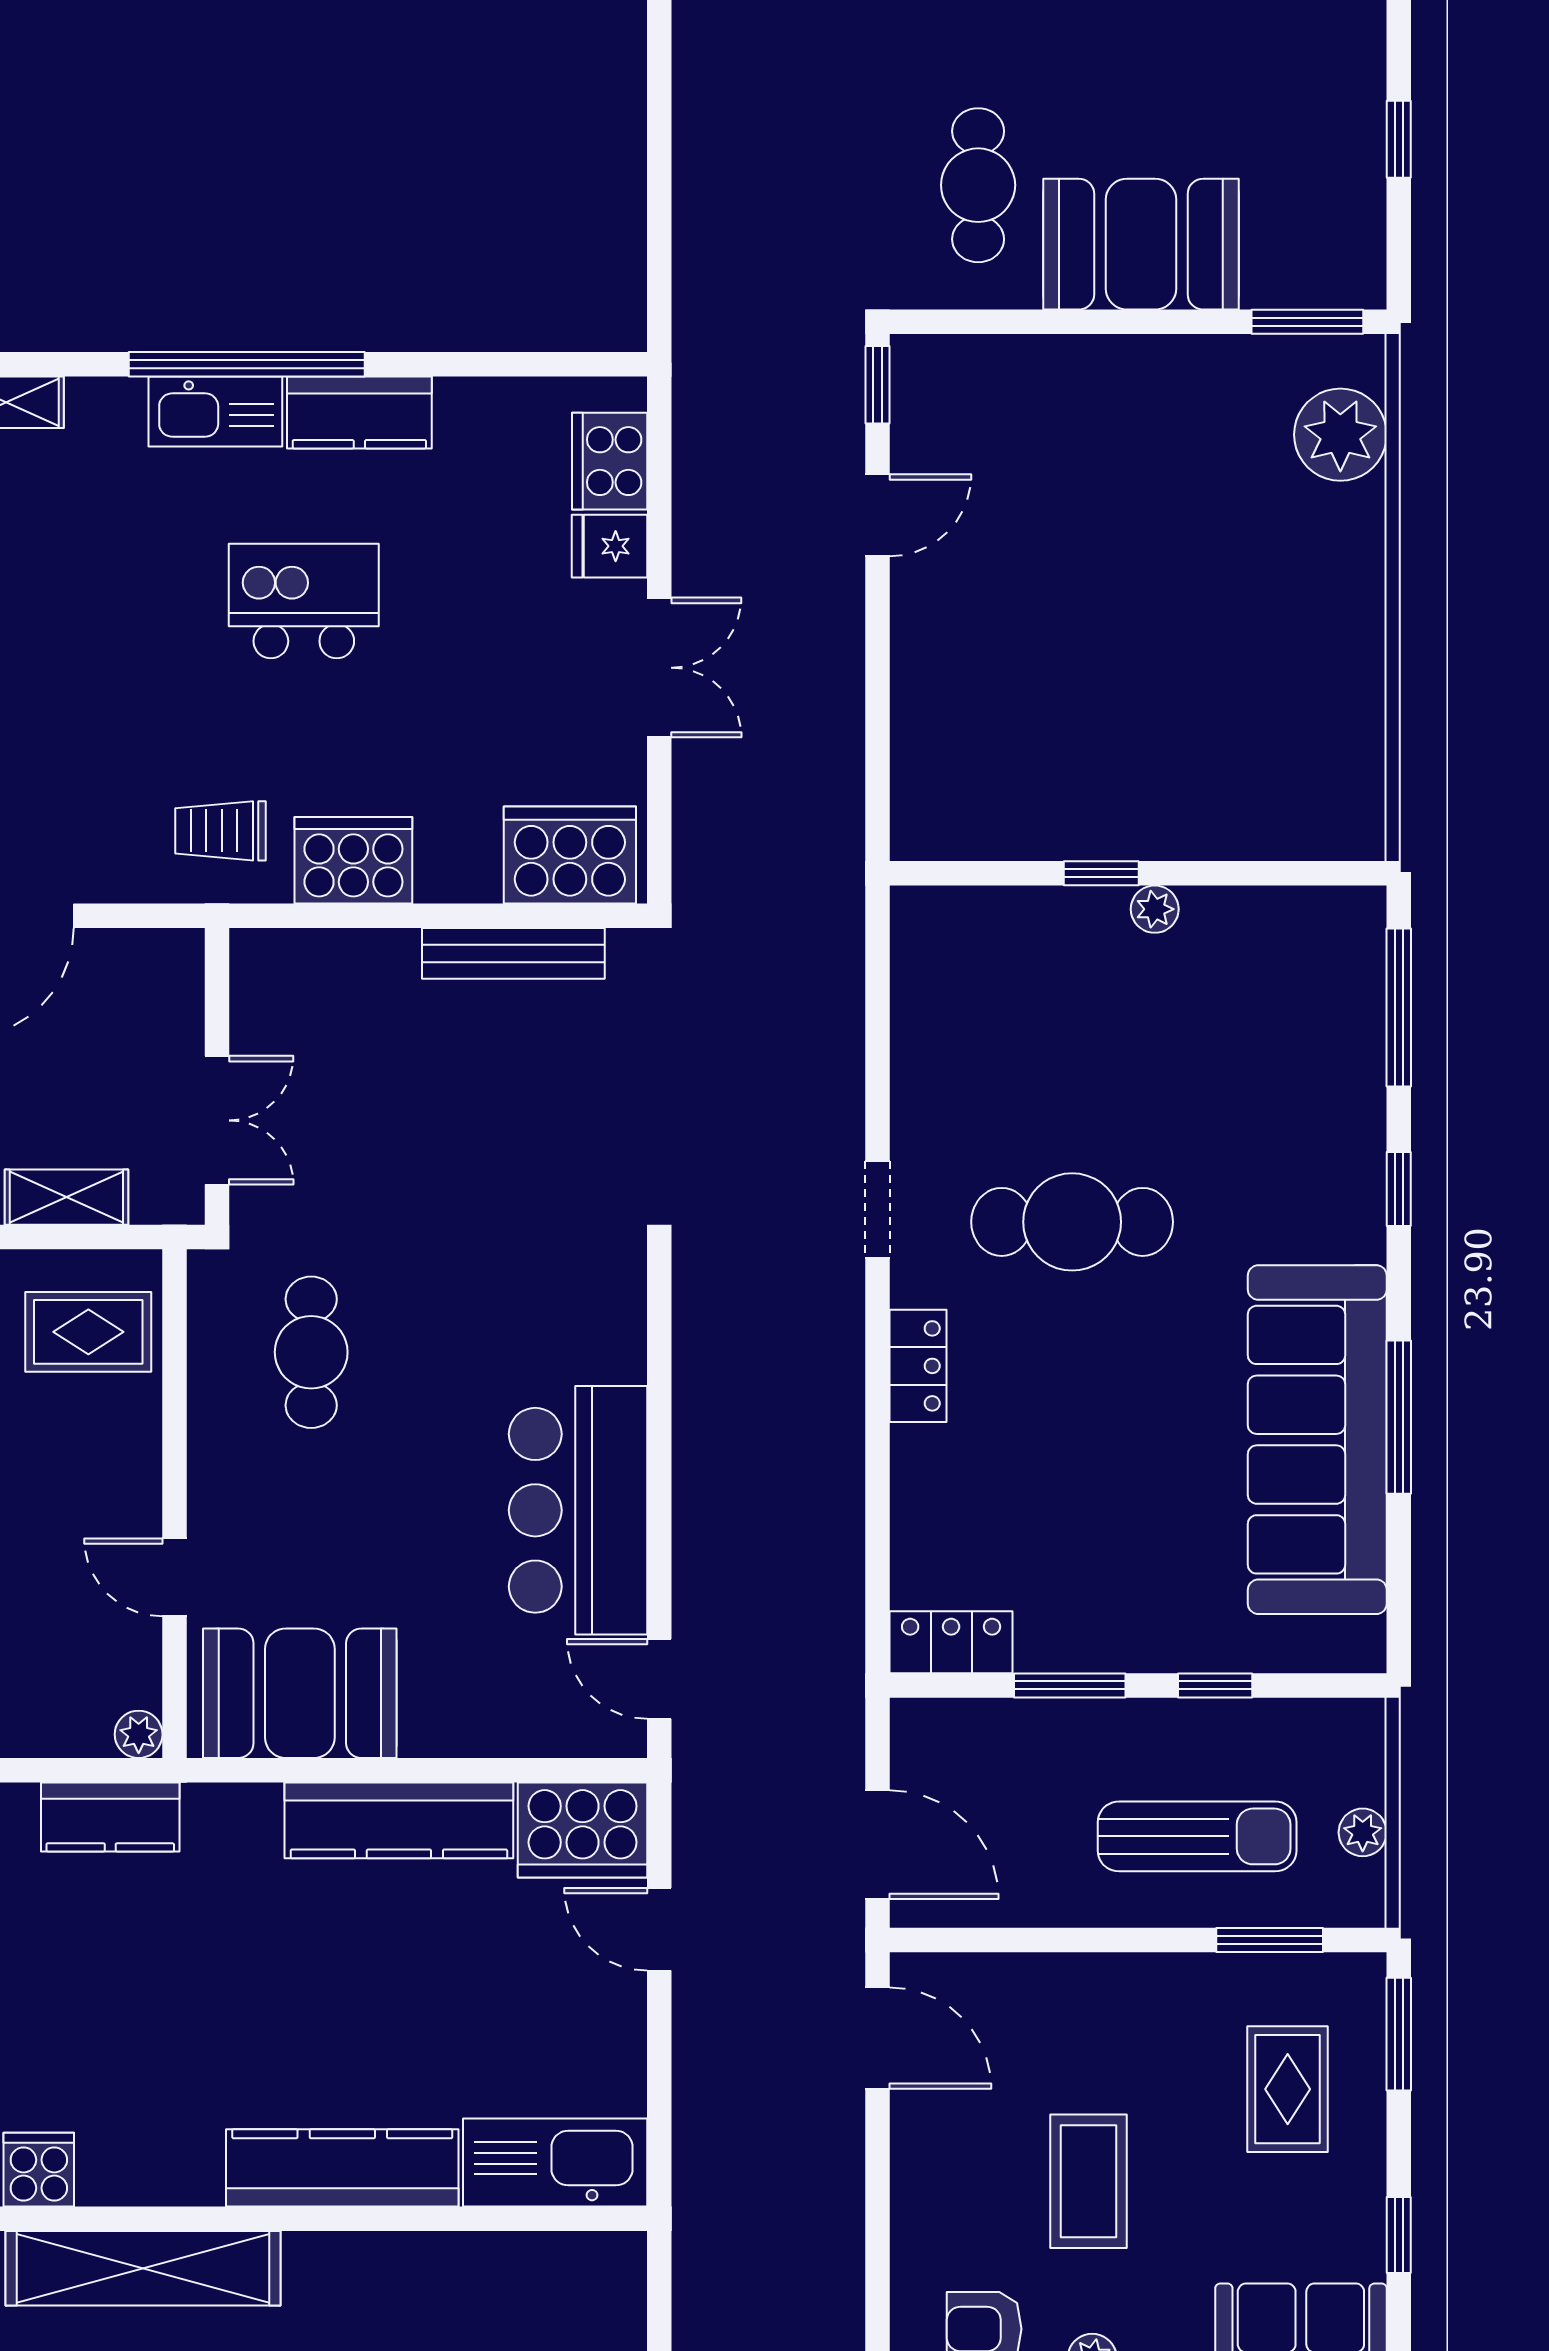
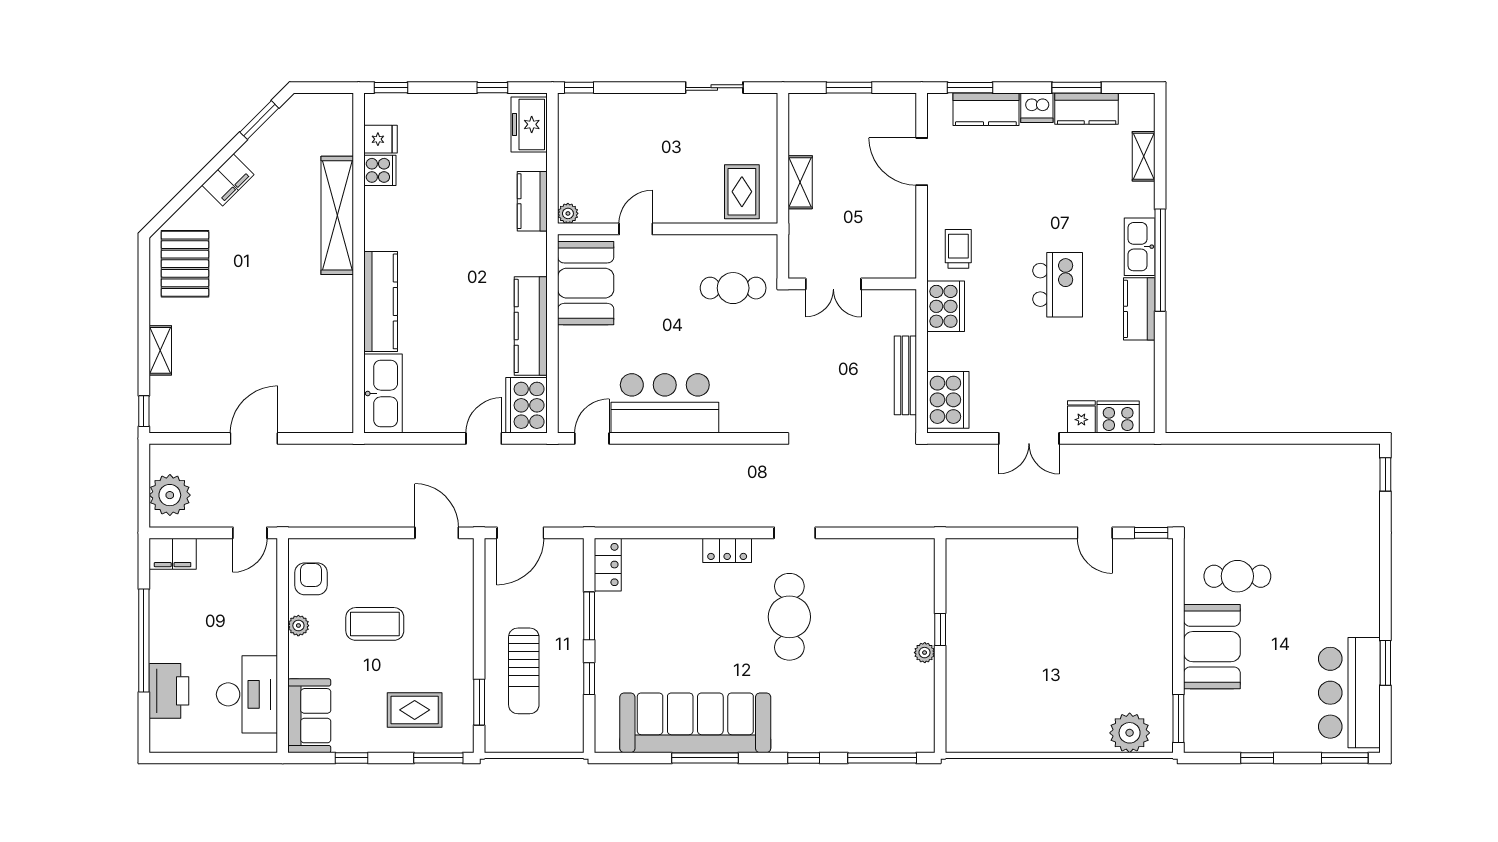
wall: (217, 1076) -> (852, 284), moved
double door: (217, 1120) -> (833, 284), moved
plant: (1363, 1832) -> (526, 742), removed
door: (878, 2038) -> (437, 533), swing flipped

